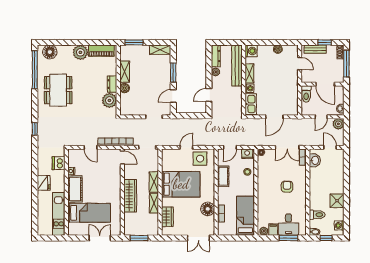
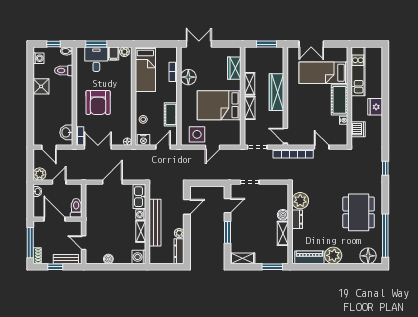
bench: (237, 66) -> (155, 223), moved
armchair: (287, 187) -> (98, 102), width x1.88, depth x1.88

